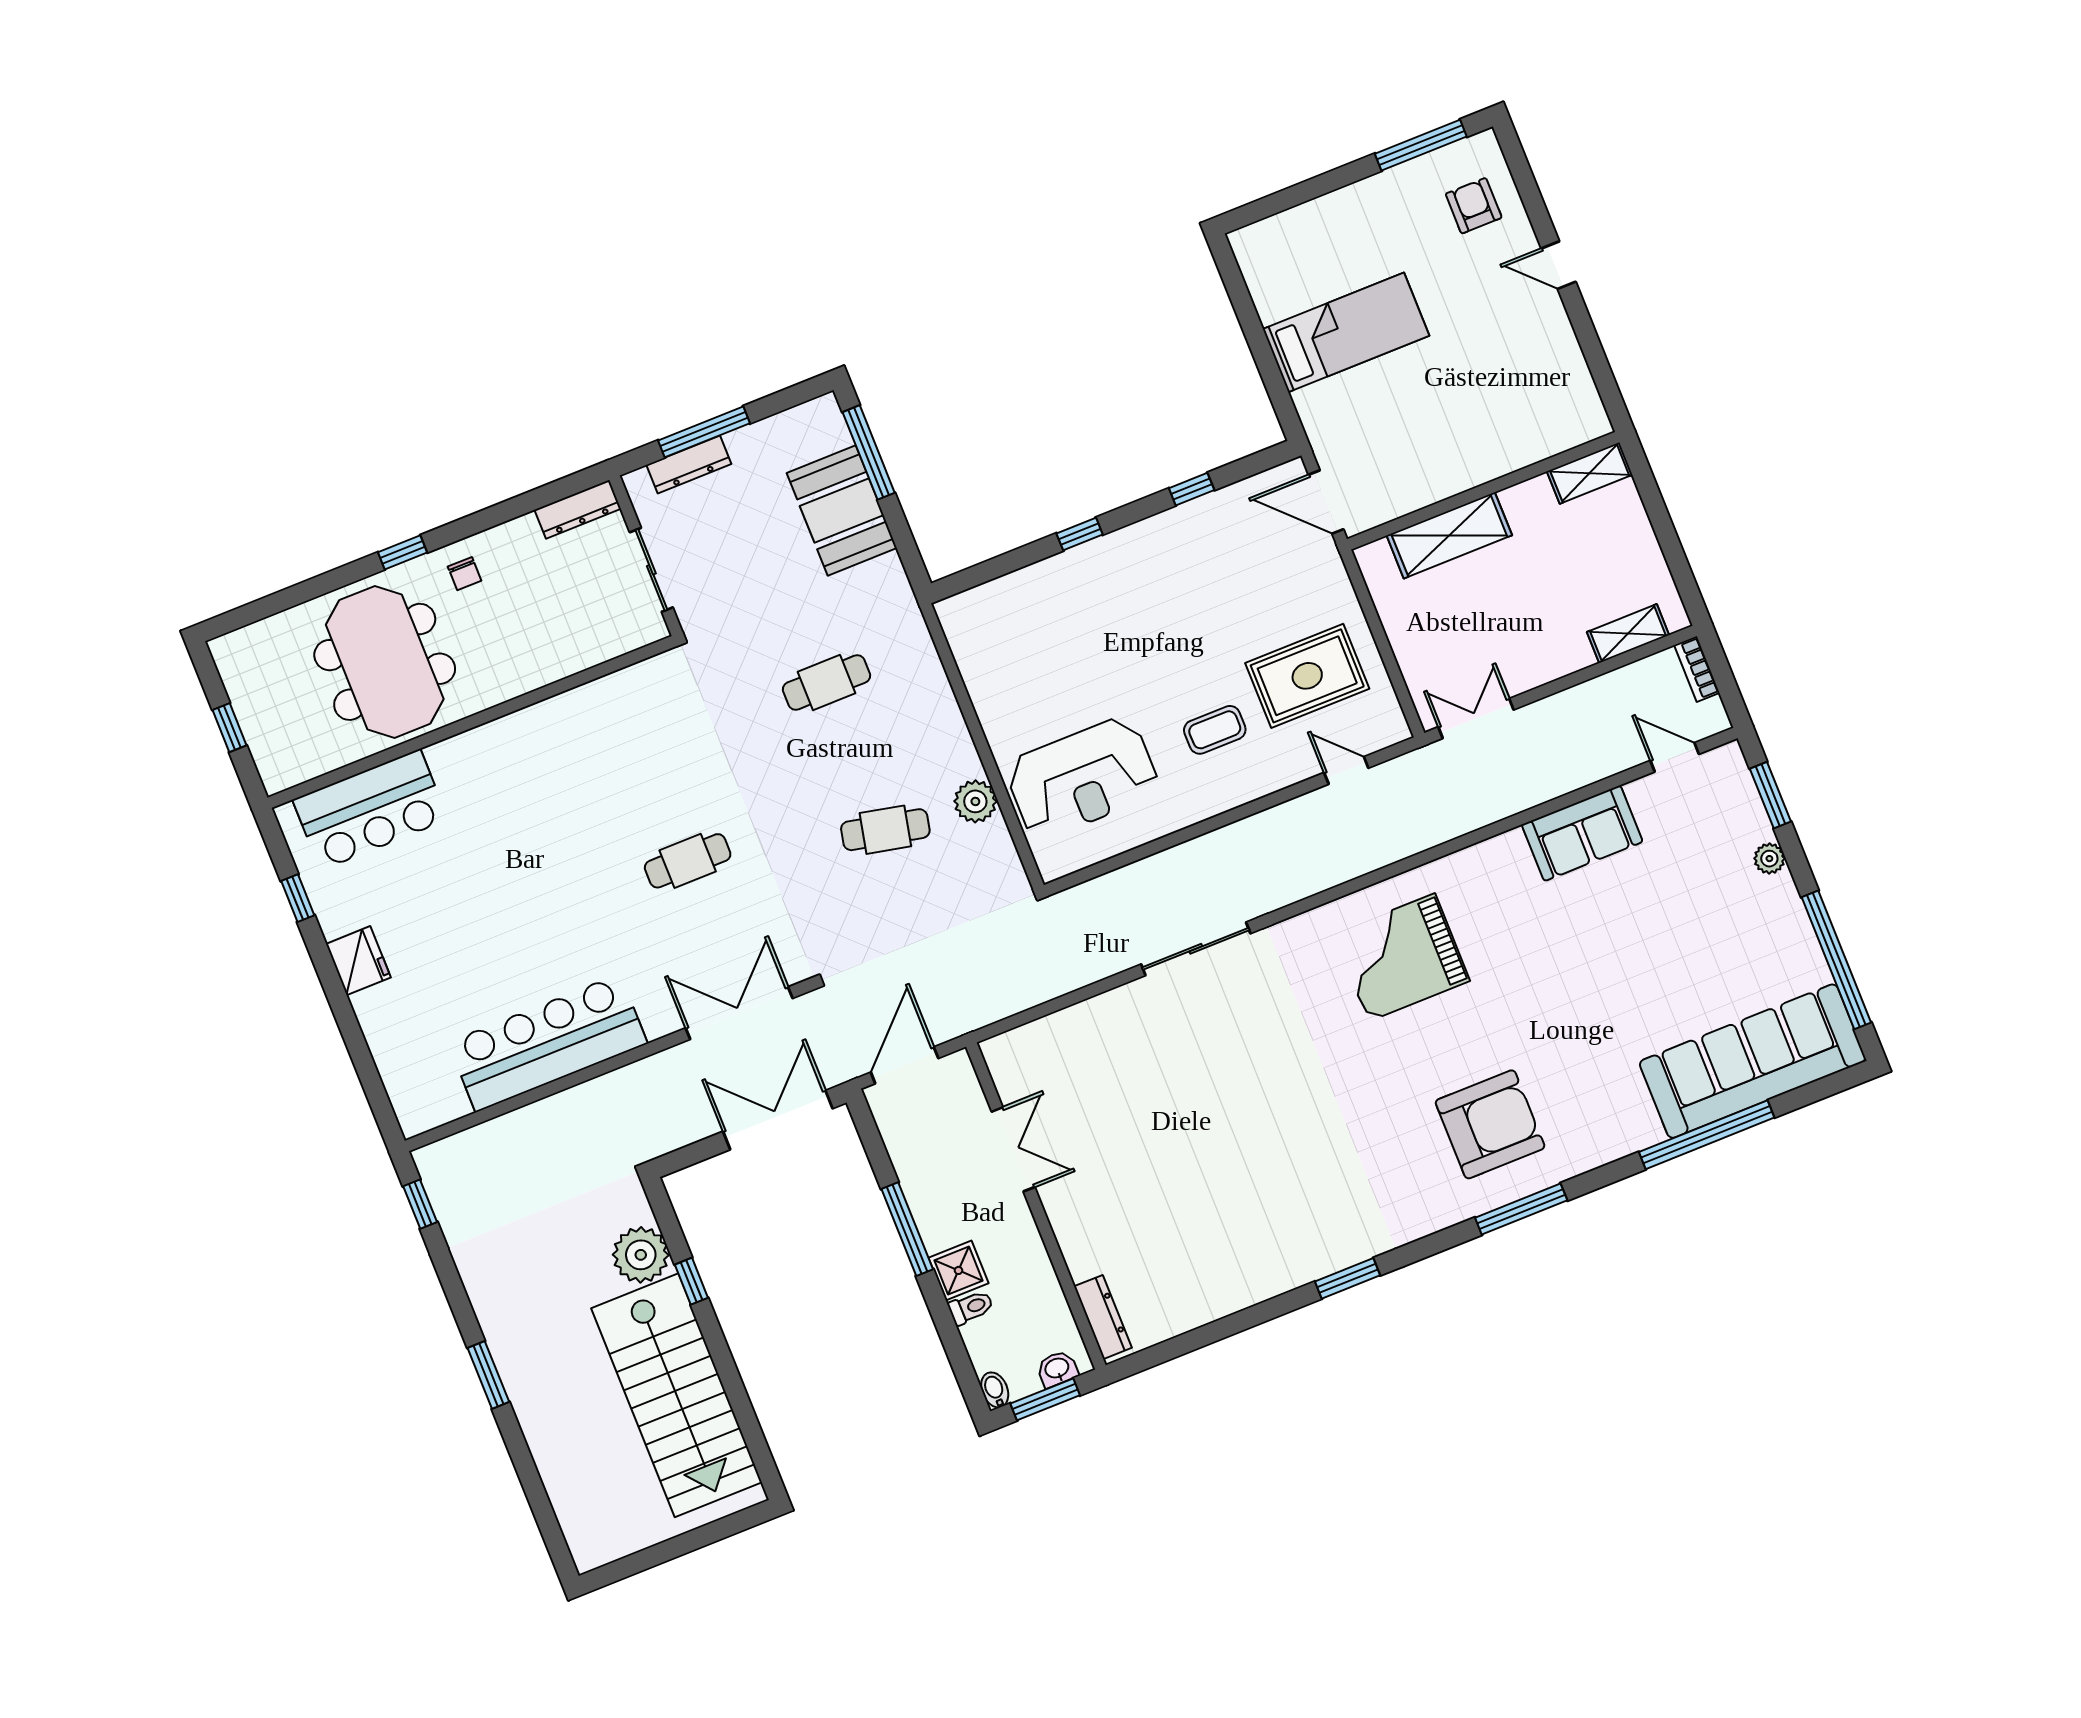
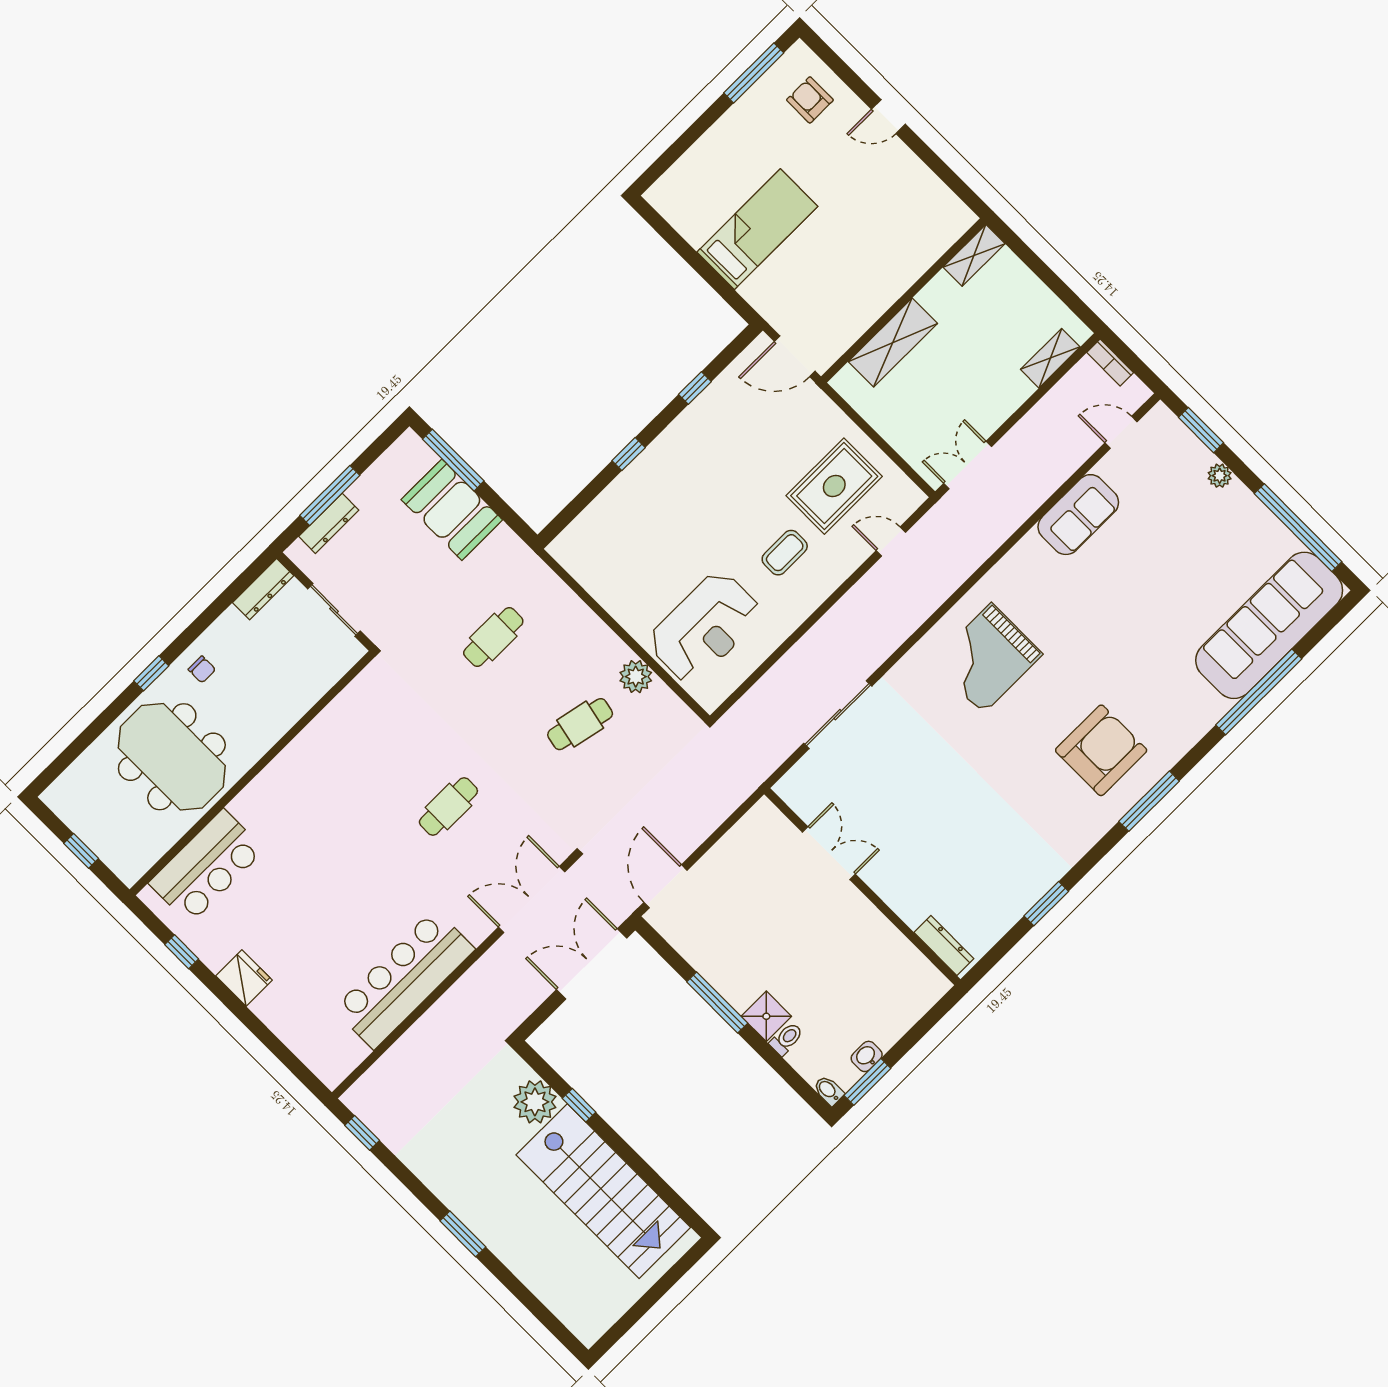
double door: (1013, 1149) -> (829, 853), moved
wall: (1036, 1206) -> (862, 887), moved
dresser: (1103, 1317) -> (944, 946), moved

